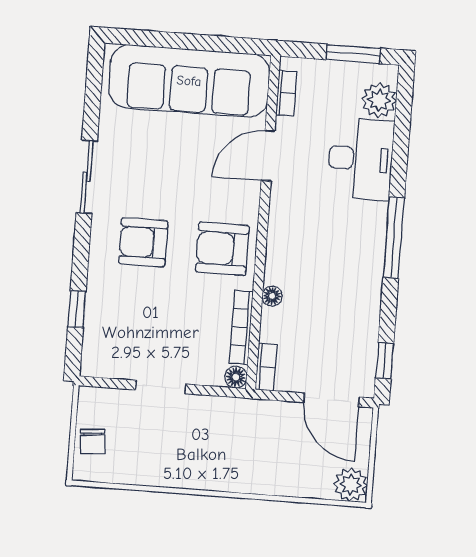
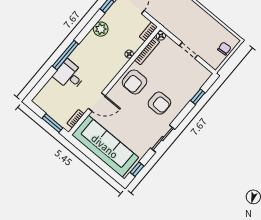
window: (353, 54) -> (53, 123), moved
window: (94, 81) -> (137, 169), added
plant: (379, 100) -> (101, 29), moved
desk: (361, 159) -> (69, 75), width x0.73
window: (394, 238) -> (65, 55), moved
armchair: (222, 249) -> (134, 82), turned 90

